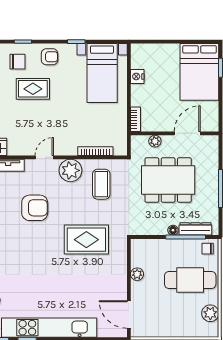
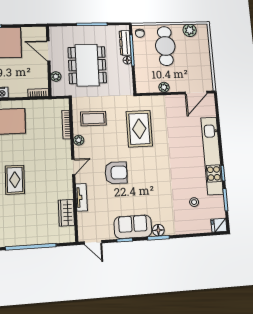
door: (44, 157) -> (73, 167), swing flipped
plant: (70, 170) -> (79, 140), width x0.53, depth x0.53
armchair: (35, 208) -> (116, 173), turned 91

